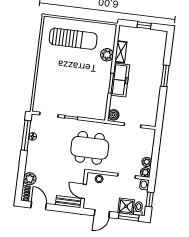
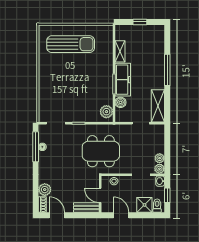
plant: (107, 55) -> (106, 112), moved
window: (165, 76) -> (167, 70), width x1.44
shelving: (151, 110) -> (158, 106), added
boiler: (114, 115) -> (120, 102), moved
door: (102, 214) -> (121, 215), swing flipped
window: (129, 217) -> (148, 215), removed

